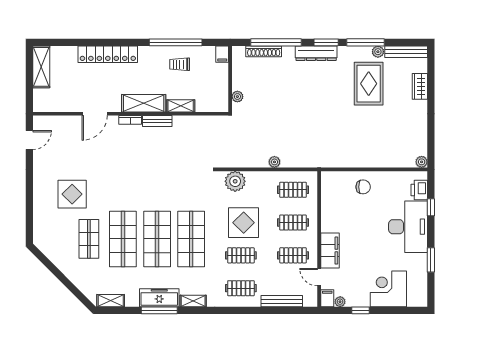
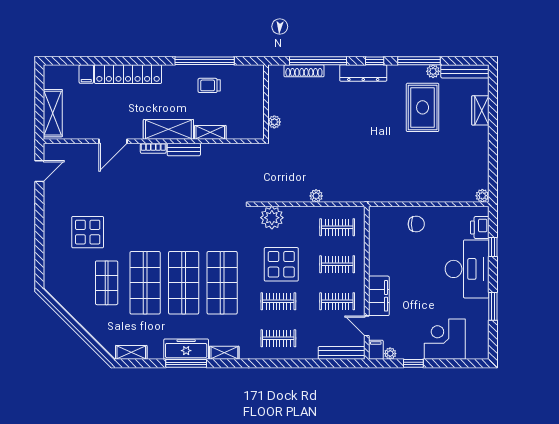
window: (326, 42) -> (375, 61), width x0.67
filing cabinet: (222, 54) -> (86, 74), moved
shelving: (41, 67) -> (53, 113), moved
bench: (282, 301) -> (342, 353), moved

